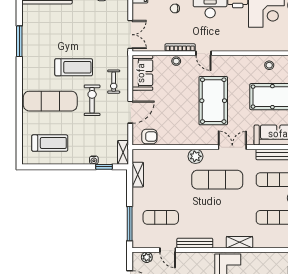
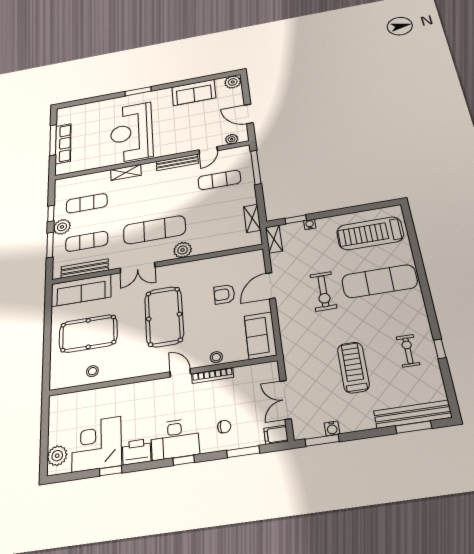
double door: (130, 35) -> (286, 400), moved
window: (19, 41) -> (440, 349), width x0.46
treadmill: (74, 67) -> (353, 367), moved, turned 90
exercise bike: (114, 82) -> (408, 351), moved
armchair: (149, 137) -> (224, 294), moved
treadmill: (50, 143) -> (370, 233), width x1.37, depth x1.38
door: (168, 250) -> (208, 150), swing flipped

